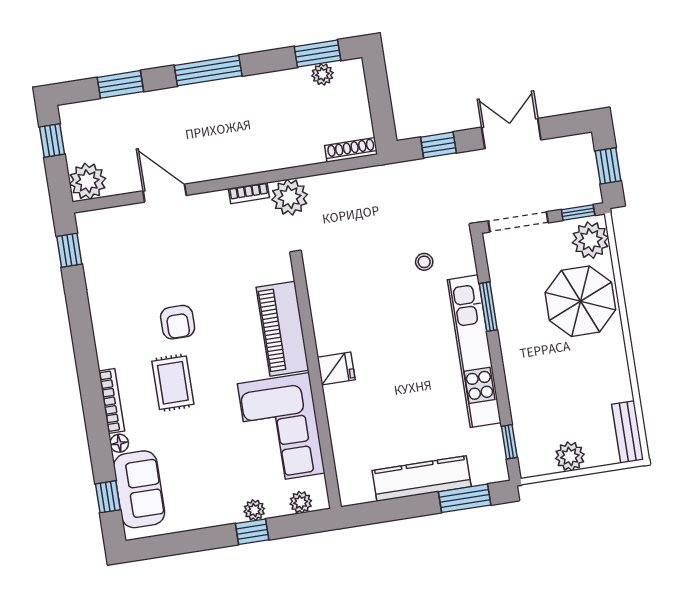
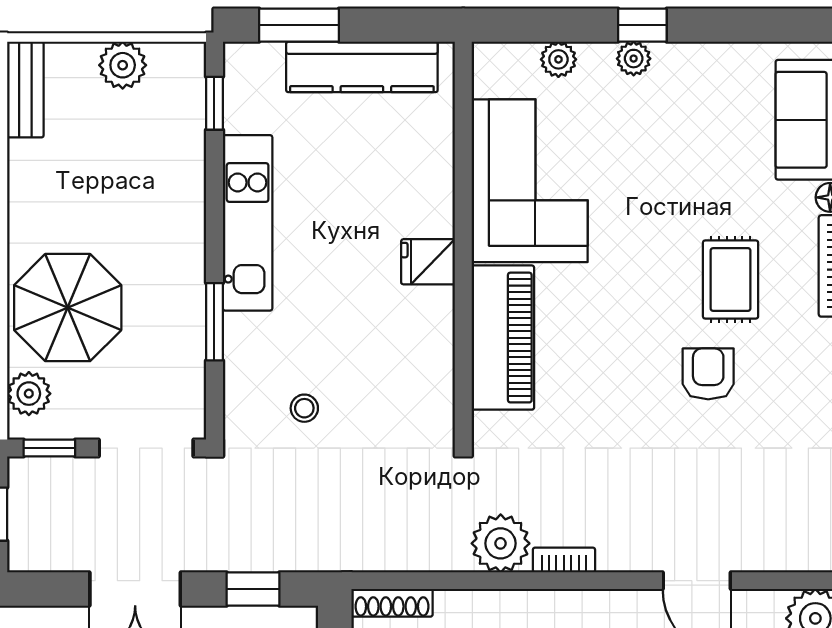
plant: (590, 240) -> (29, 394), width x0.73, depth x0.73
piano: (282, 329) -> (503, 338), moved
kitchen unit: (474, 351) -> (248, 223), width x0.73
fridge: (336, 368) -> (428, 262), moved
wall: (316, 385) -> (463, 241), moved
corner sofa: (281, 428) -> (530, 181), moved

